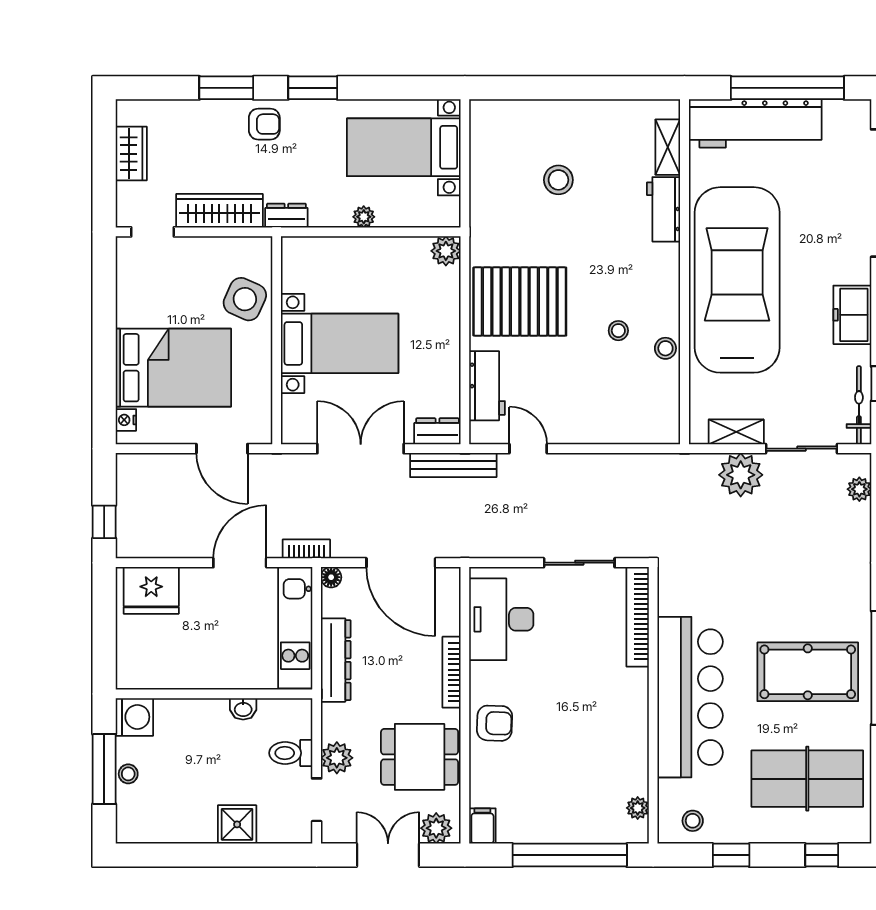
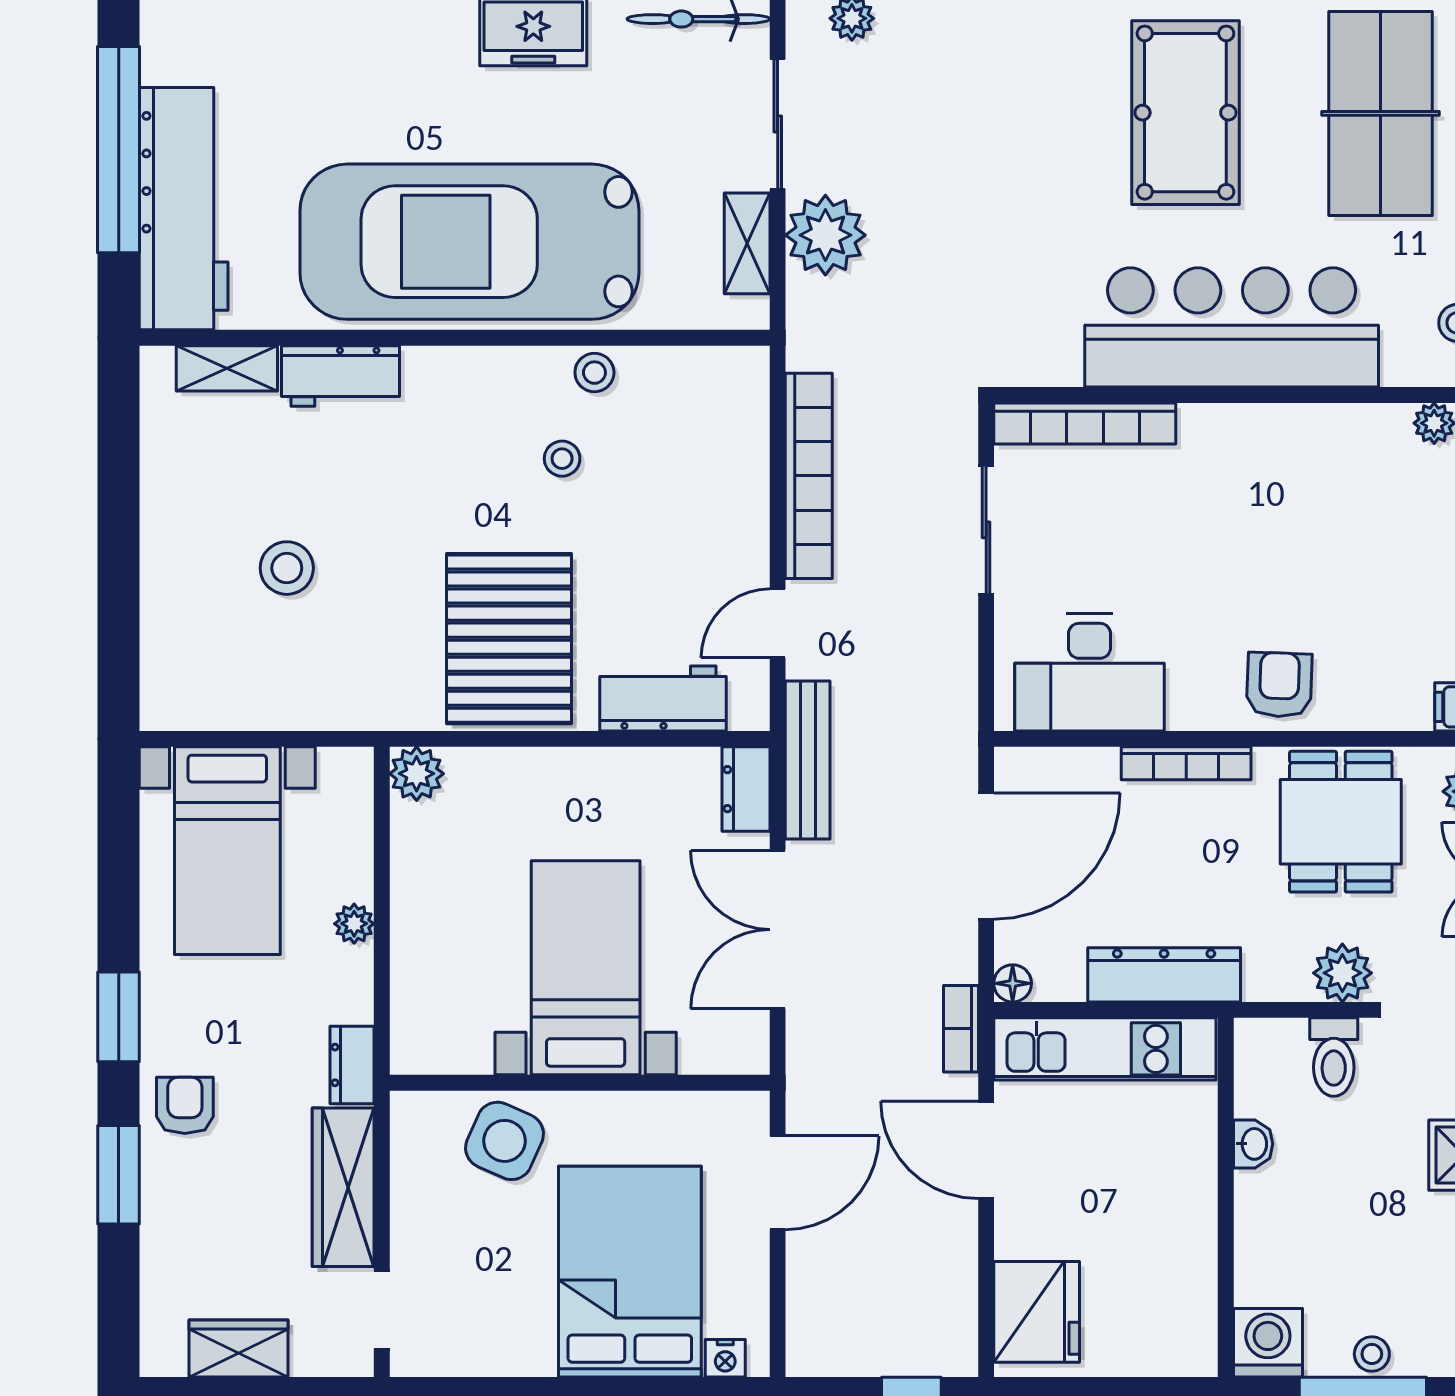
bookcase: (609, 466) -> (809, 476), added

